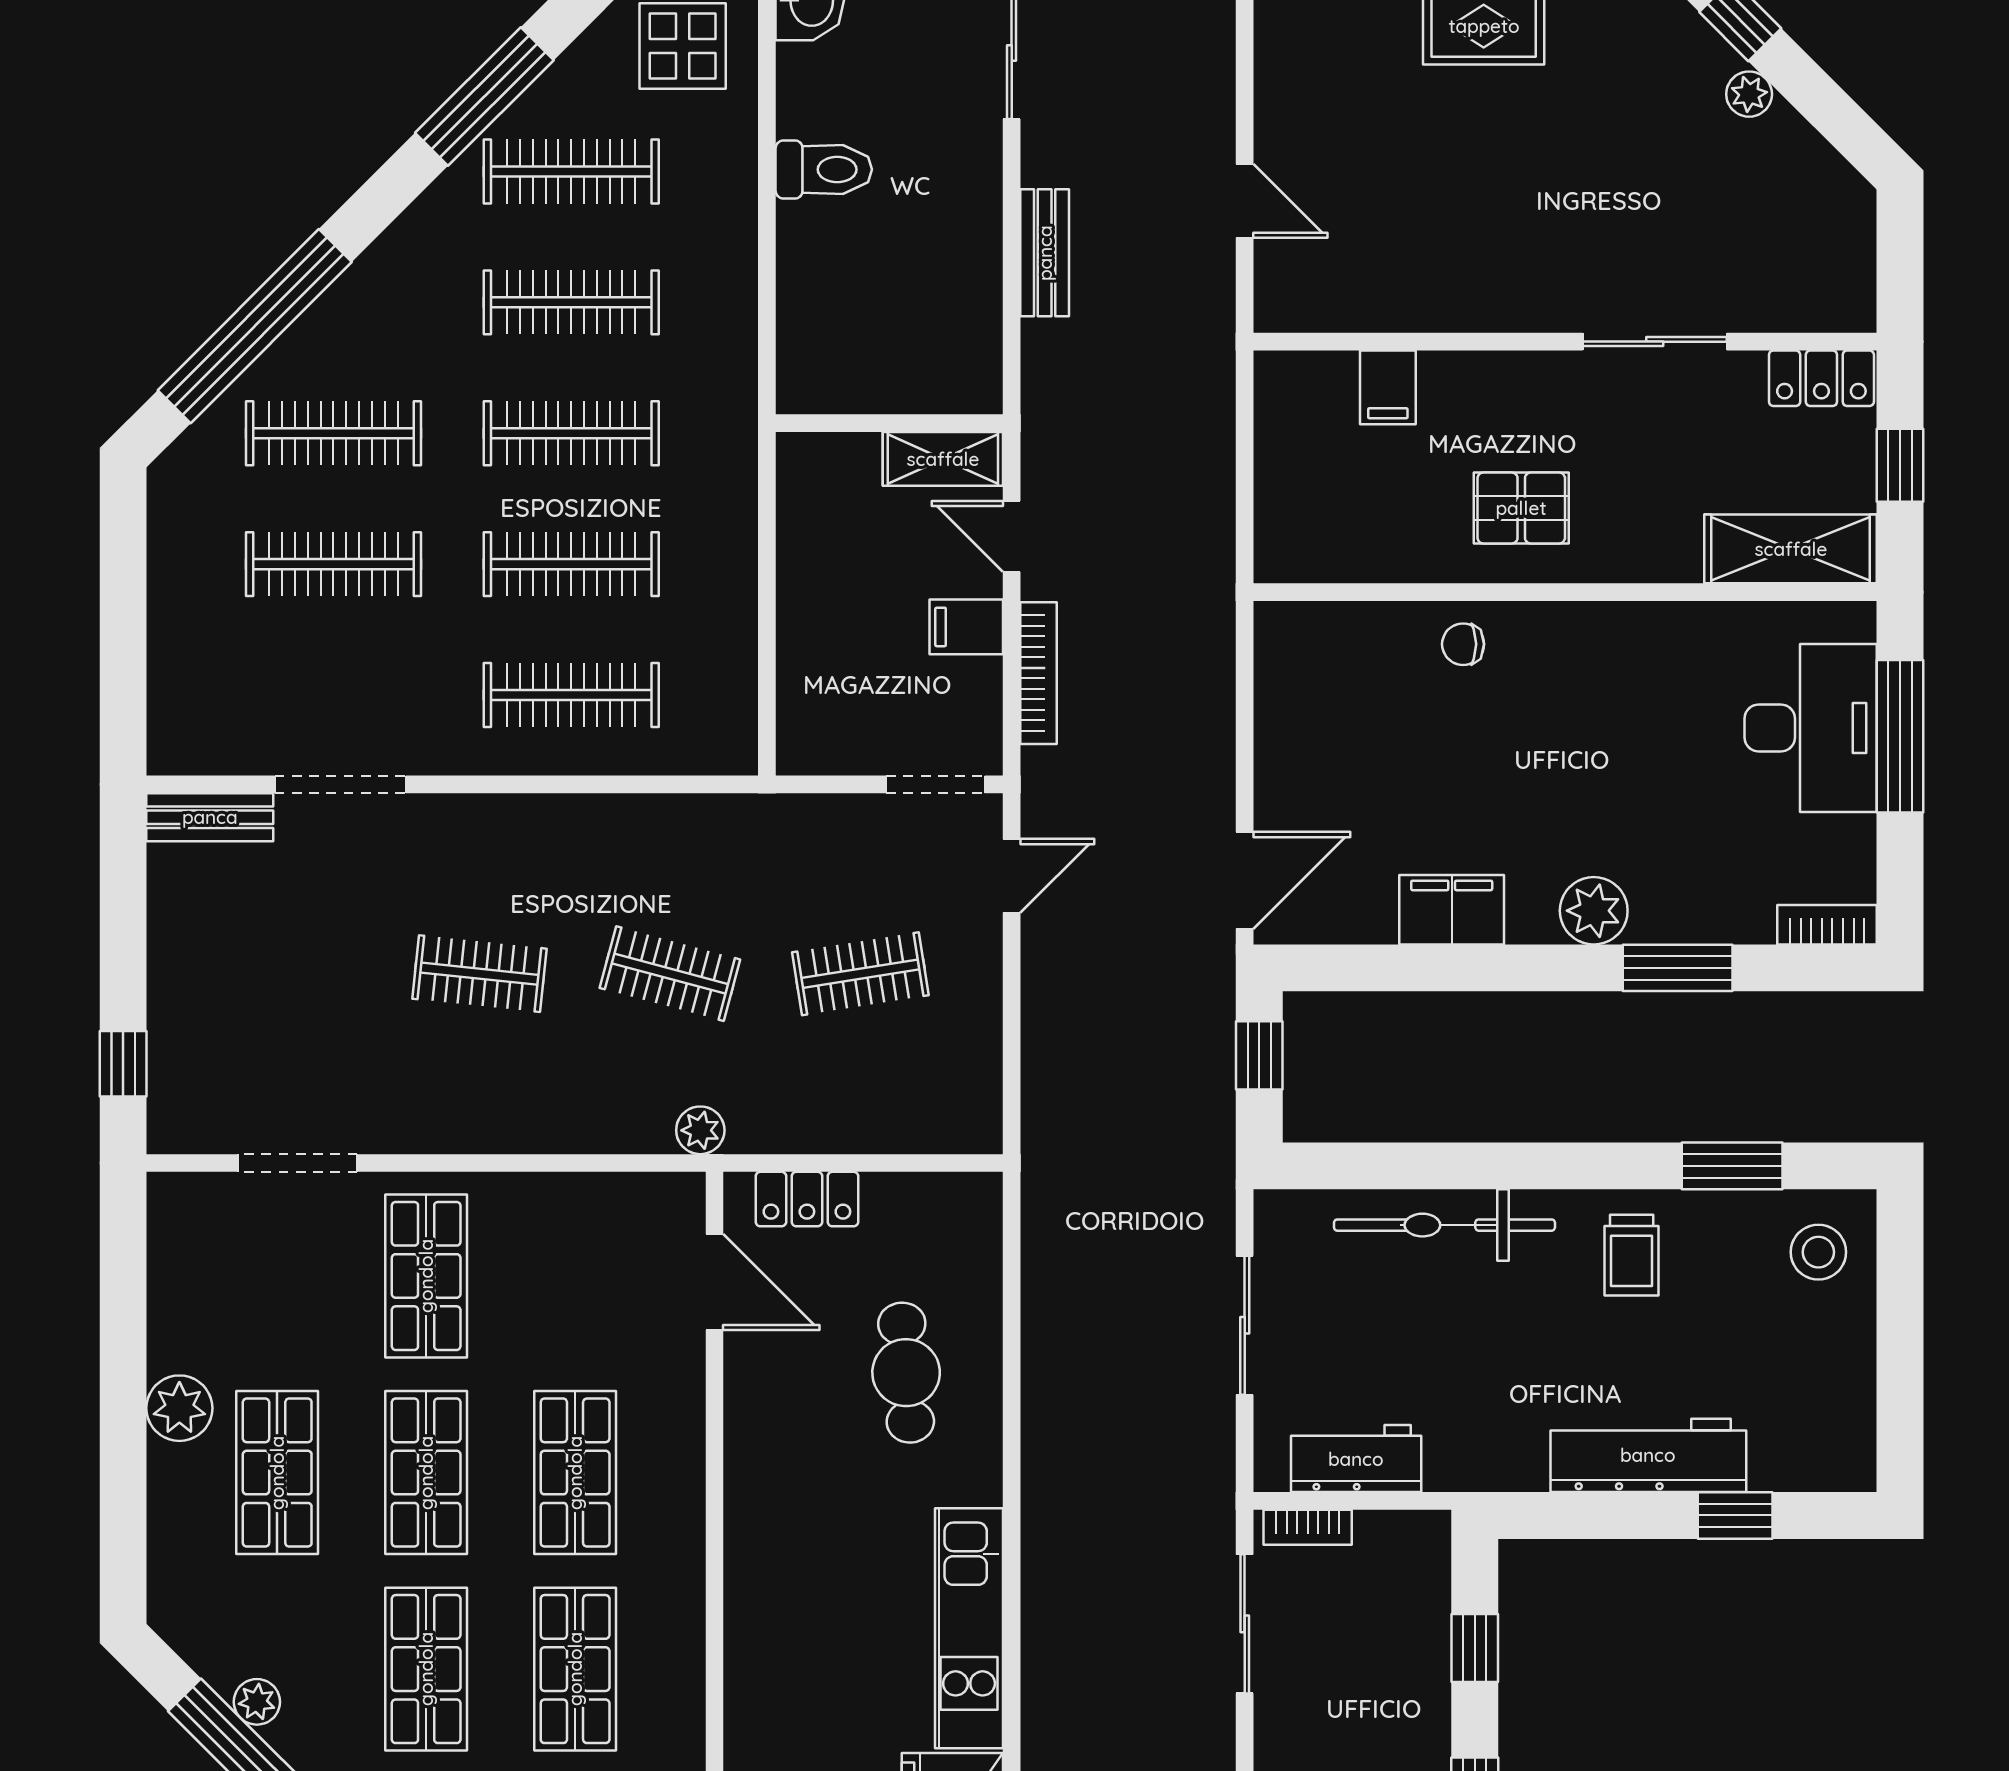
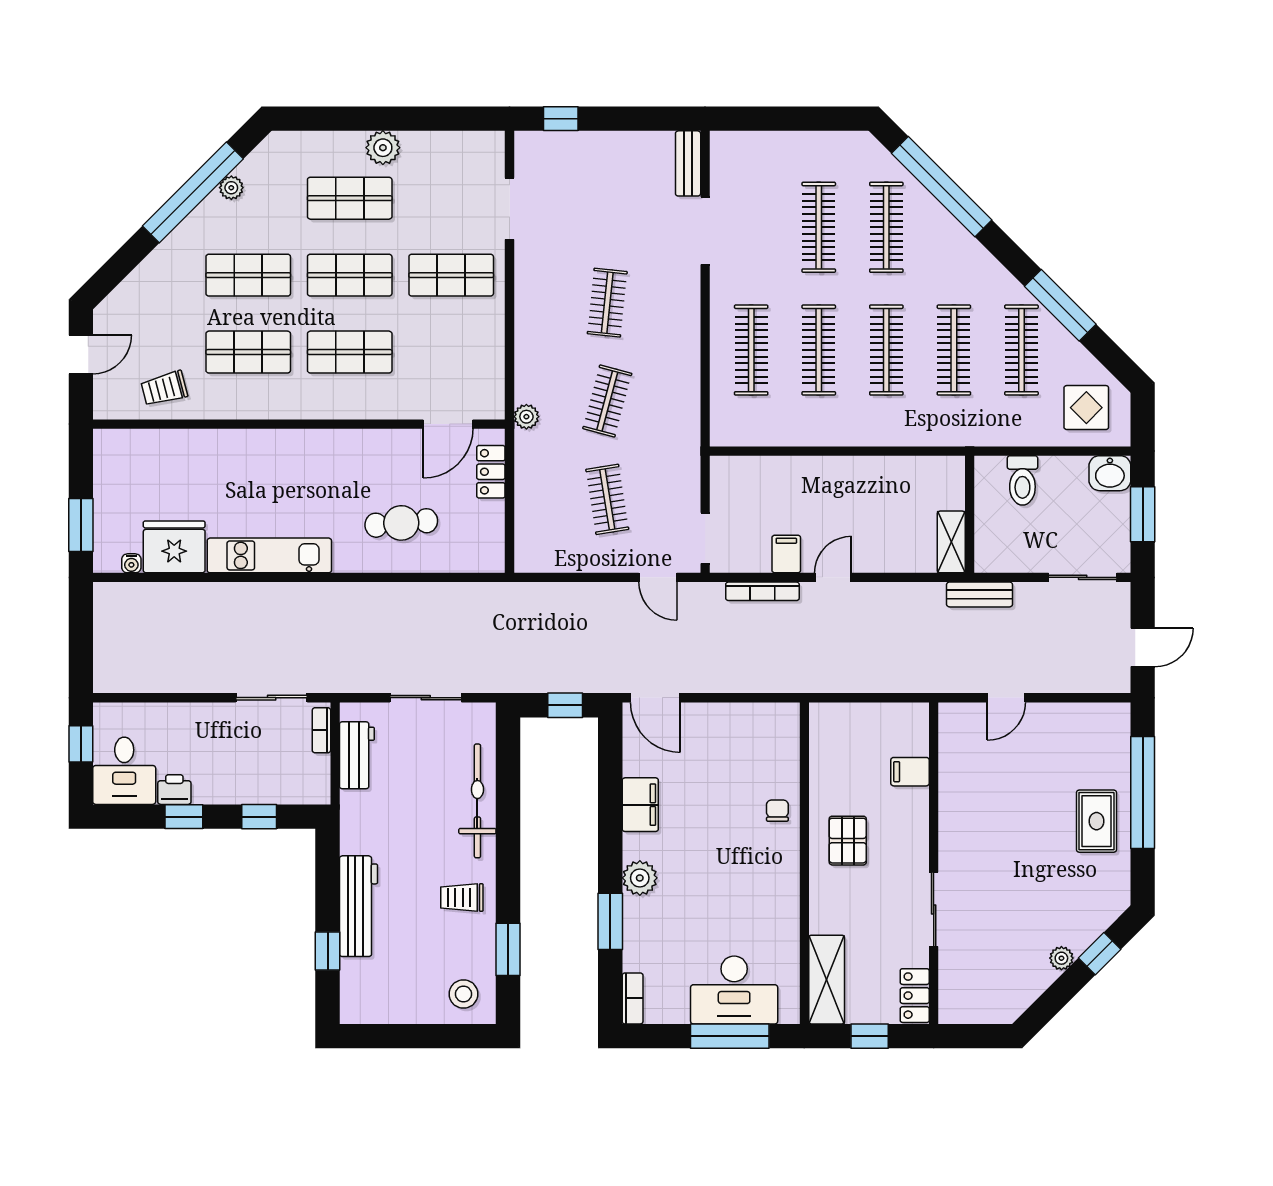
wall: (889, 423) -> (970, 514), moved
shelving: (943, 459) -> (951, 542), moved

